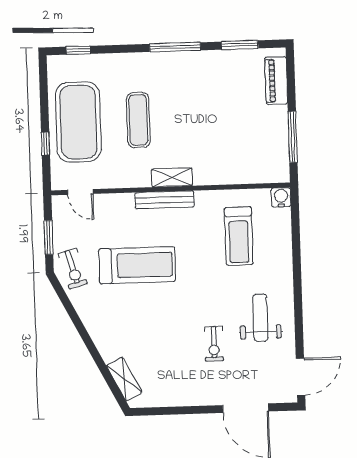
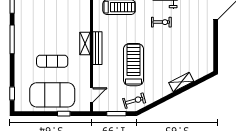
exercise bike: (214, 344) -> (161, 22), moved
shelving: (124, 379) -> (181, 82), moved

